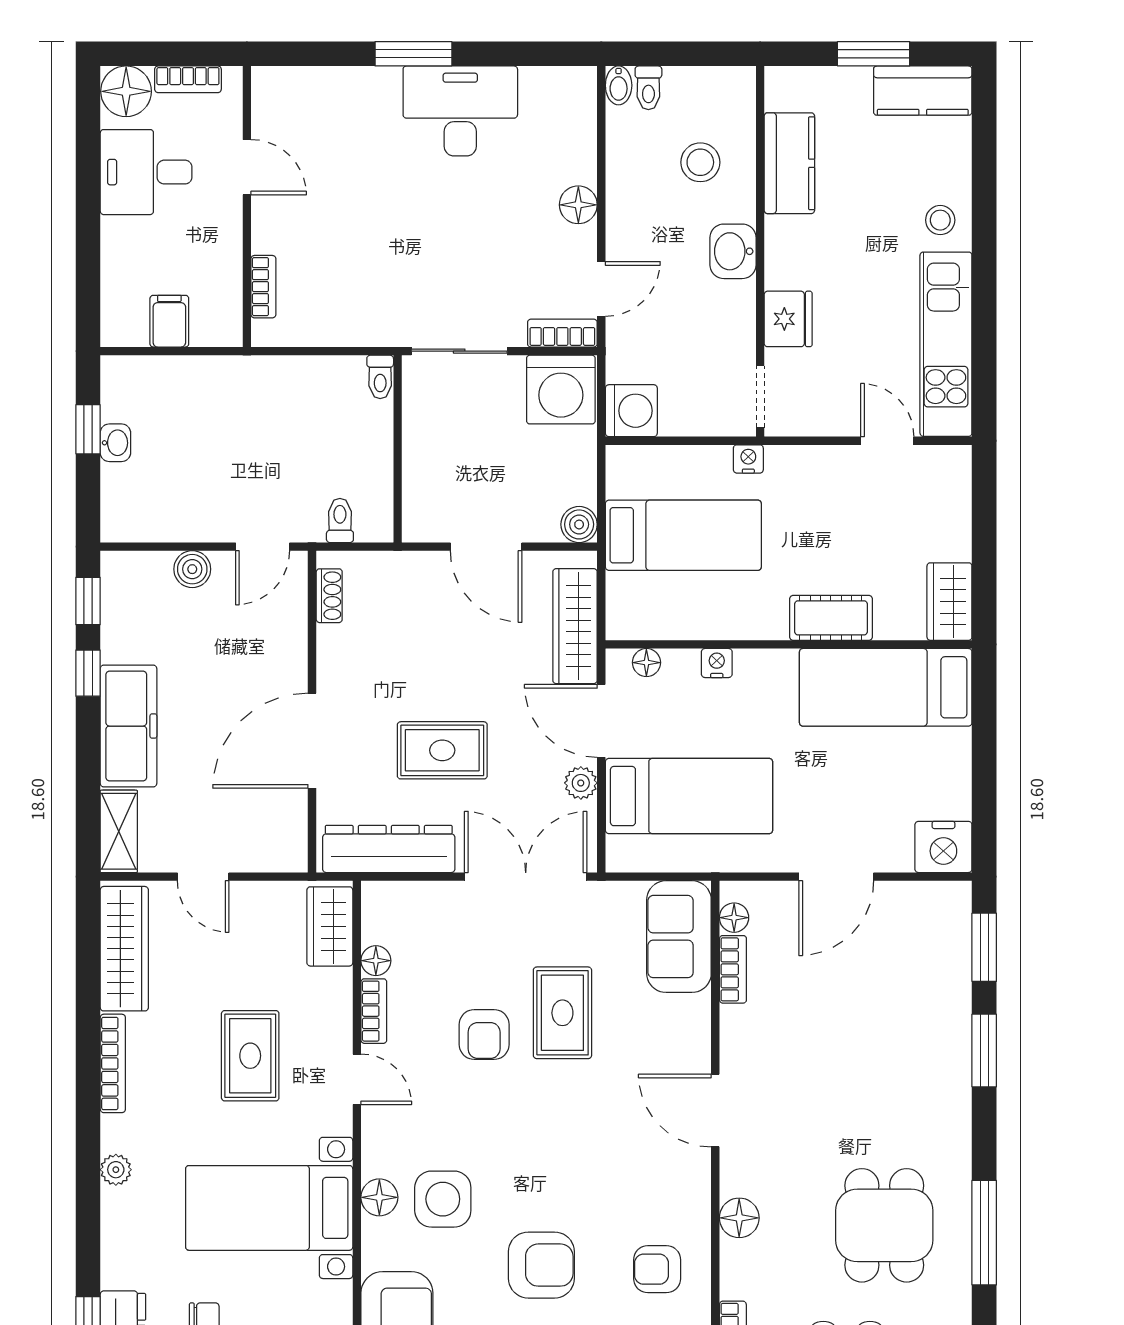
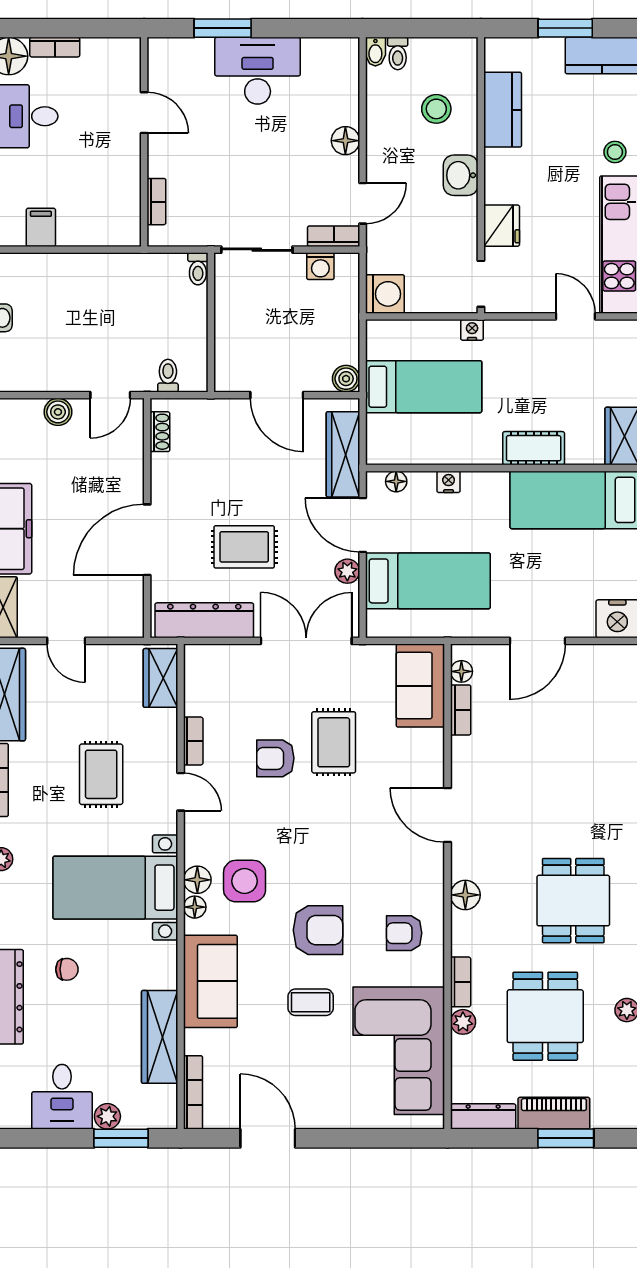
door: (247, 167) -> (144, 113), moved
wall: (247, 207) -> (144, 142), moved
bookcase: (263, 287) -> (156, 202), moved
washing machine: (561, 390) -> (320, 266), width x0.53, depth x0.53
floor lamp: (376, 961) -> (195, 907), moved
armchair: (484, 1034) -> (275, 758), turned 90

